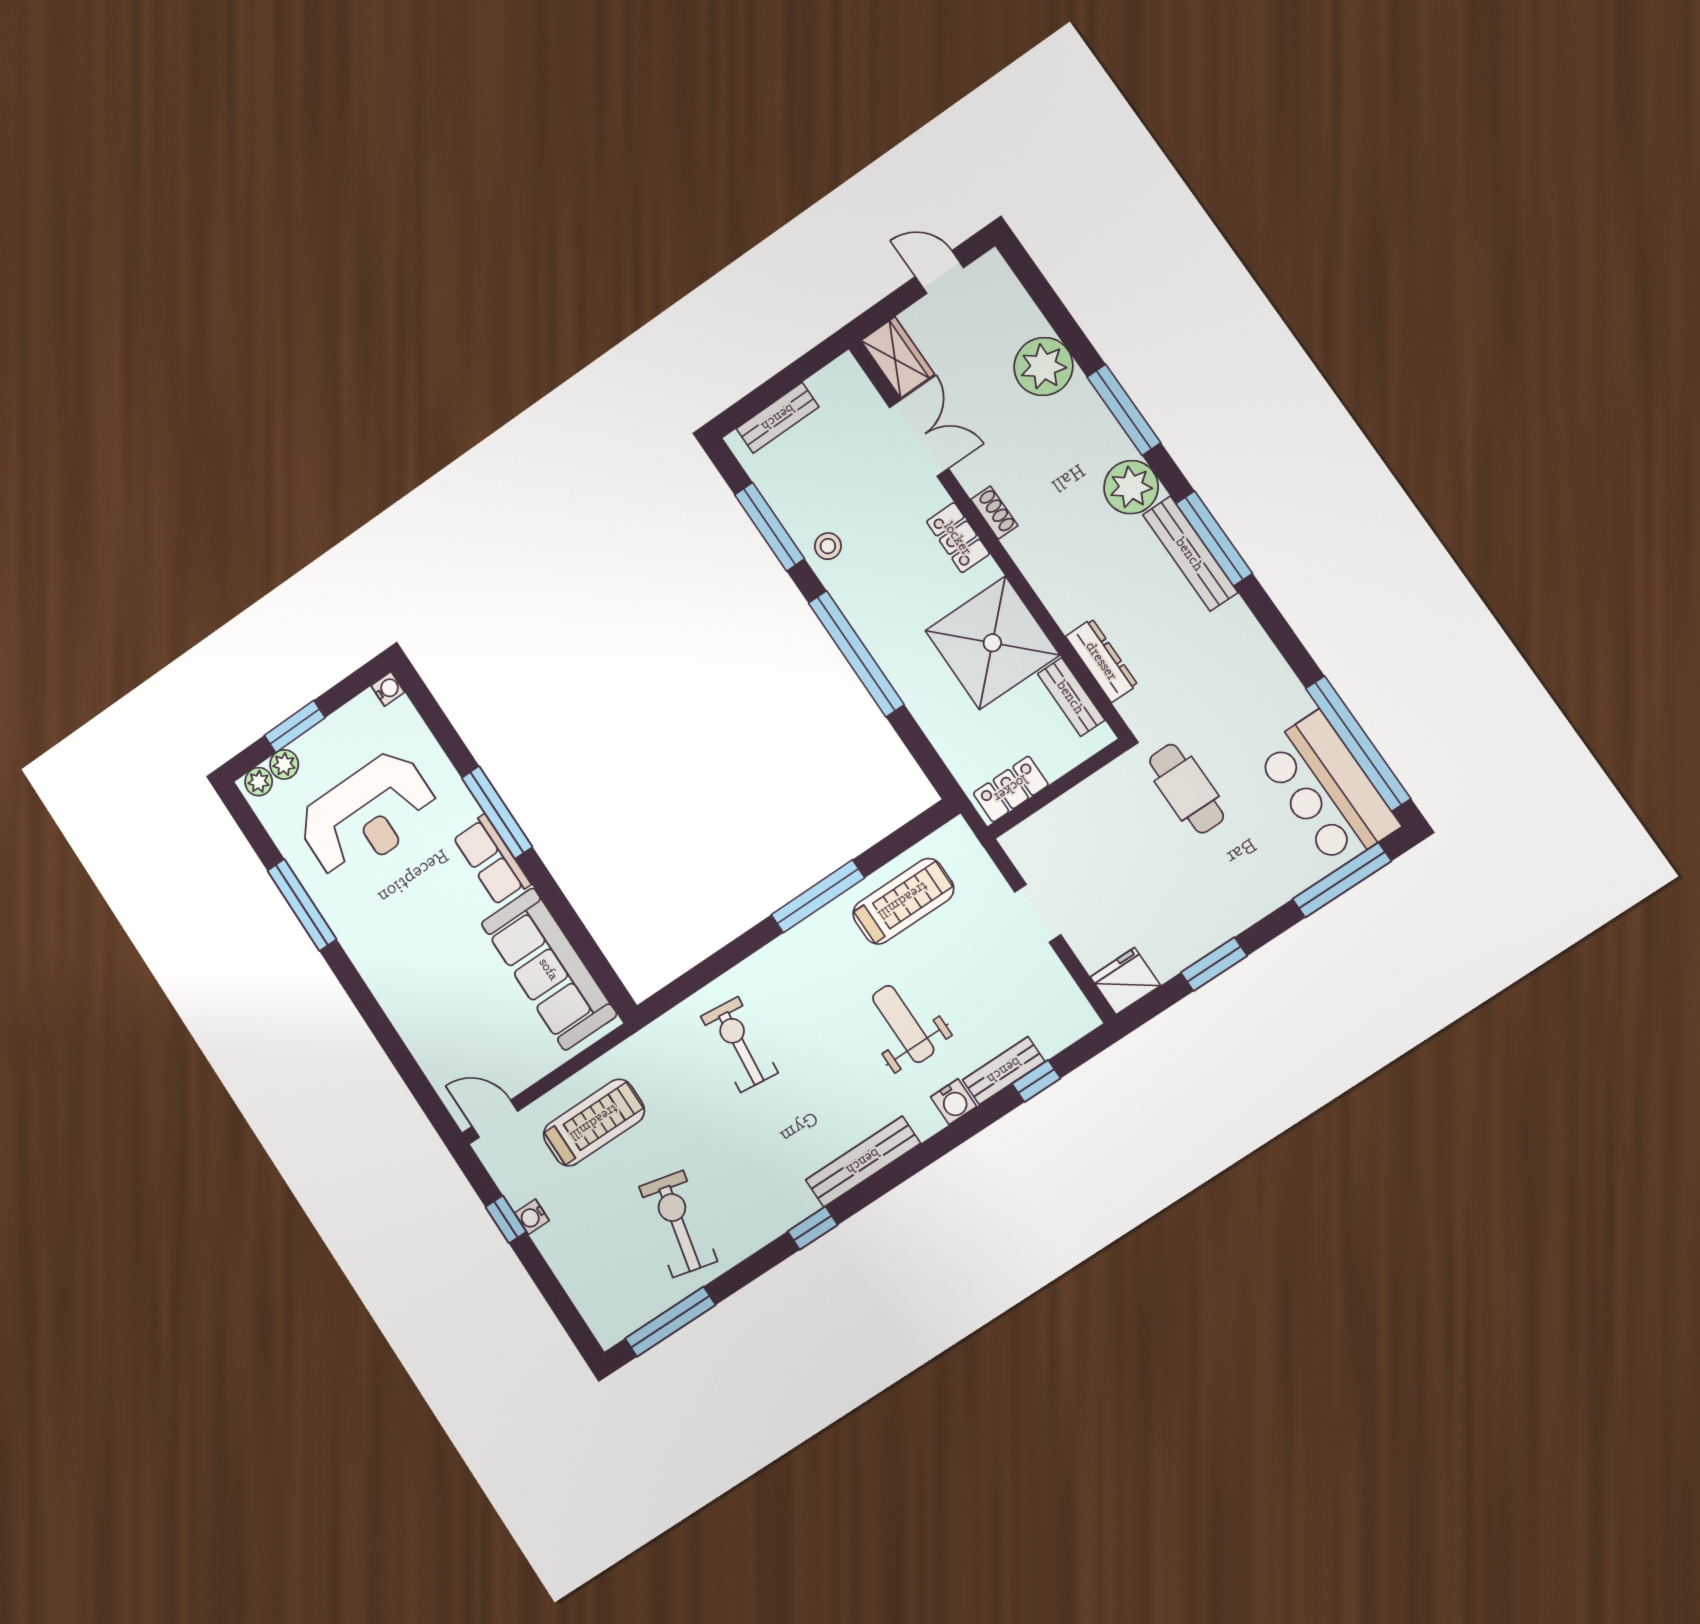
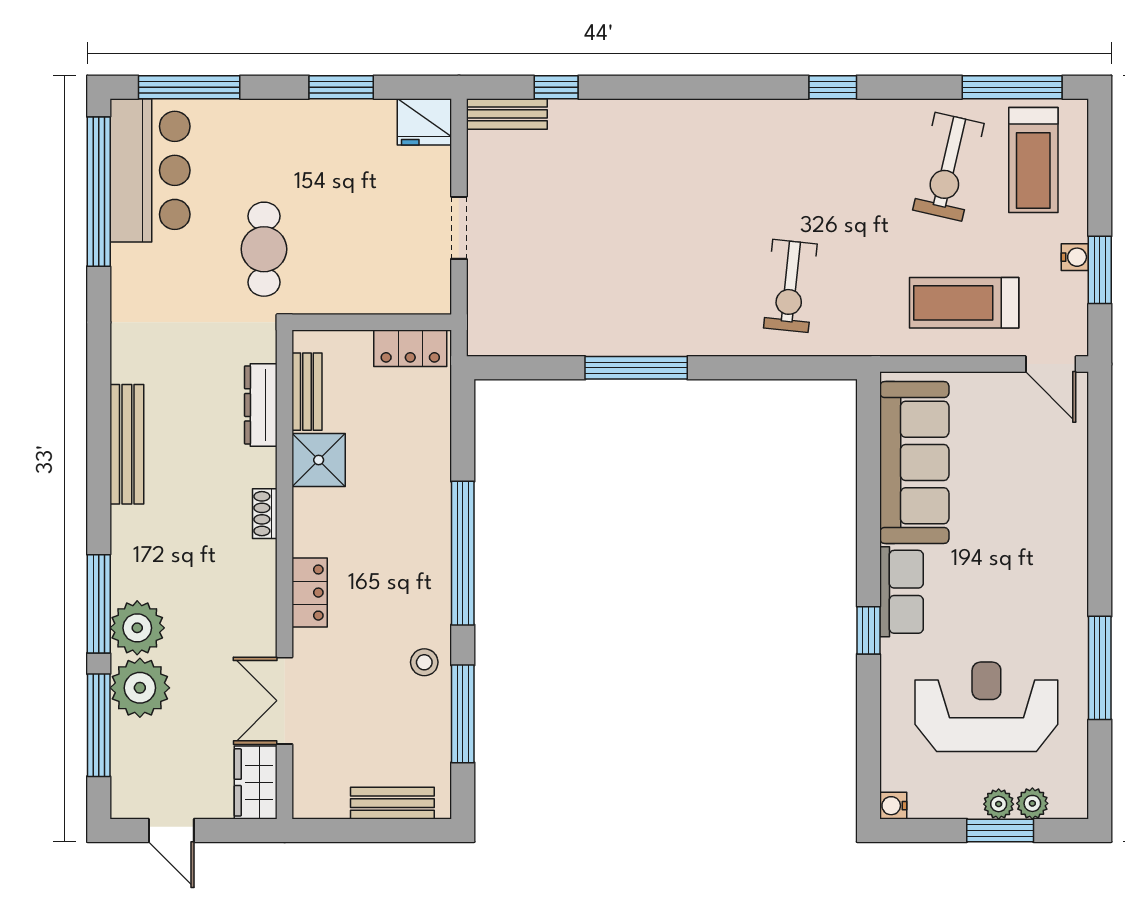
plant: (1131, 487) -> (137, 628), moved
shoe rack: (994, 513) -> (265, 514), moved
window: (1214, 538) -> (99, 725), moved
shower: (992, 643) -> (319, 460), width x0.54, depth x0.54
plant: (259, 782) -> (999, 804), moved
window: (497, 812) -> (868, 630), width x0.46
treadmill: (903, 901) -> (1033, 160), moved, turned -90
weight bench: (903, 1024) -> (637, 210), removed
bench: (1004, 1071) -> (507, 114), moved
water cooler: (954, 1102) -> (638, 116), removed
bench: (863, 1162) -> (751, 115), removed
window: (506, 1219) -> (1100, 270), width x1.50

